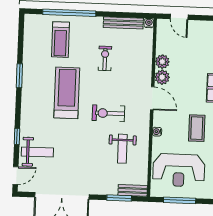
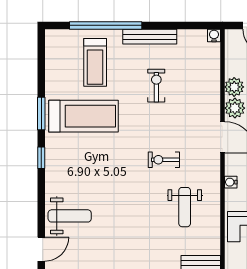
bench: (123, 23) -> (150, 37), moved
treadmill: (67, 93) -> (83, 116), moved, turned 90
exercise bike: (108, 113) -> (164, 160), width x0.73, depth x0.72
window: (17, 136) -> (41, 158), moved

